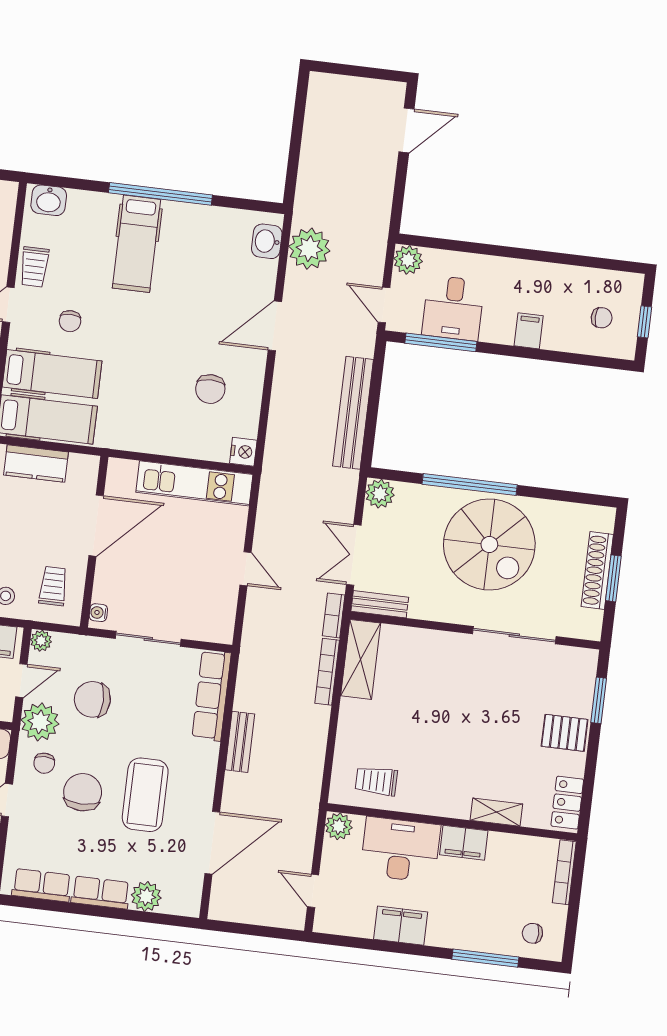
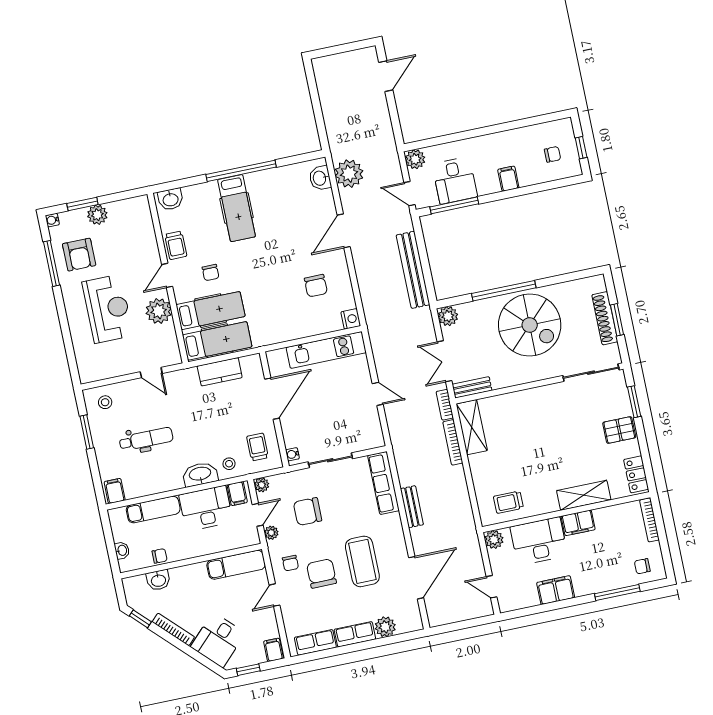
sliding door: (514, 635) -> (591, 373), moved
plant: (40, 722) -> (271, 533), width x0.53, depth x0.53
shelving: (496, 812) -> (584, 495), width x1.50, depth x1.33

